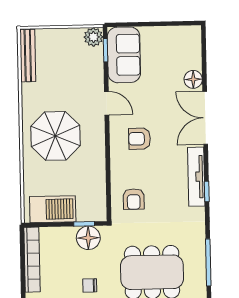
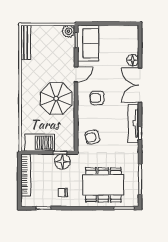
door: (107, 103) -> (76, 74), hinge flipped
parasol: (55, 136) -> (56, 99), moved
armchair: (134, 199) -> (92, 137), turned 77

